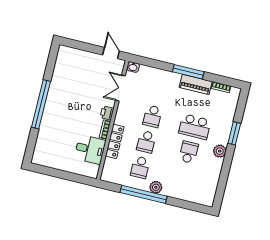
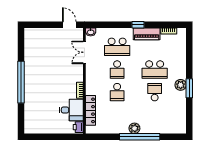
window: (188, 72) -> (138, 25), width x0.46
printer: (107, 113) -> (78, 127), moved
window: (234, 133) -> (189, 88), moved
locker: (115, 141) -> (91, 110), moved
school desk: (140, 167) -> (117, 47), moved, width x1.85
window: (143, 194) -> (140, 137), moved

